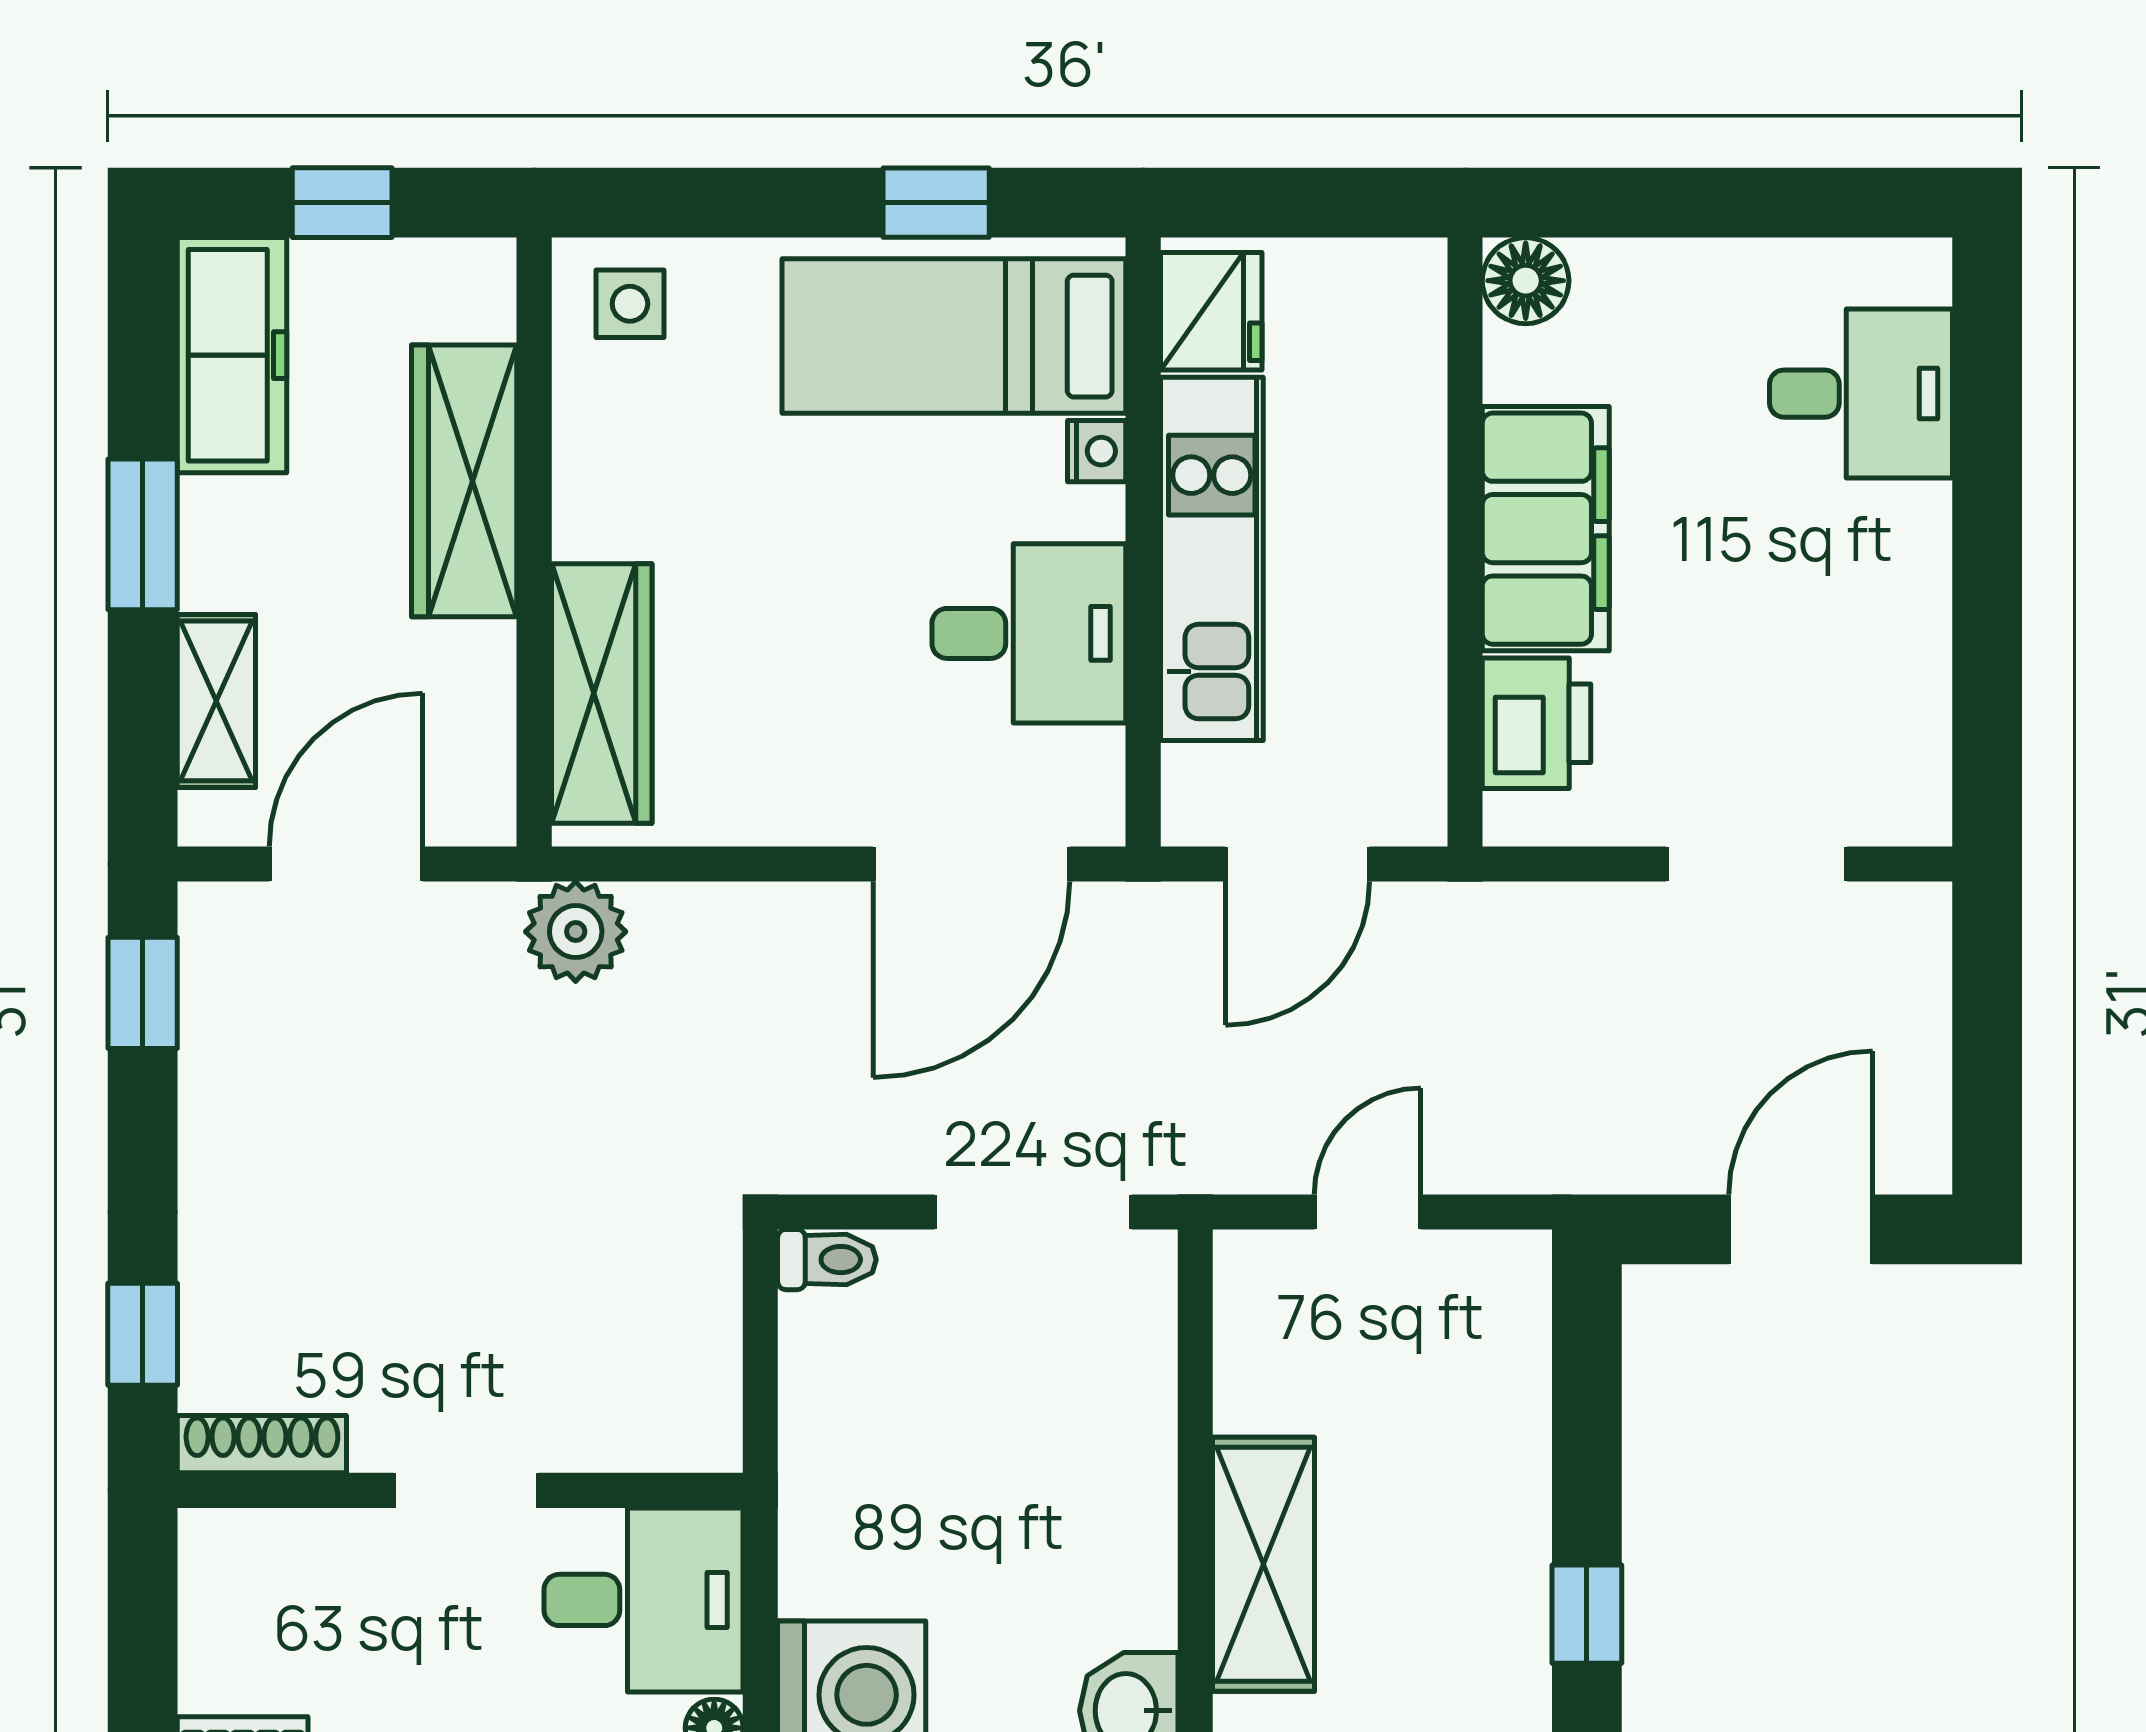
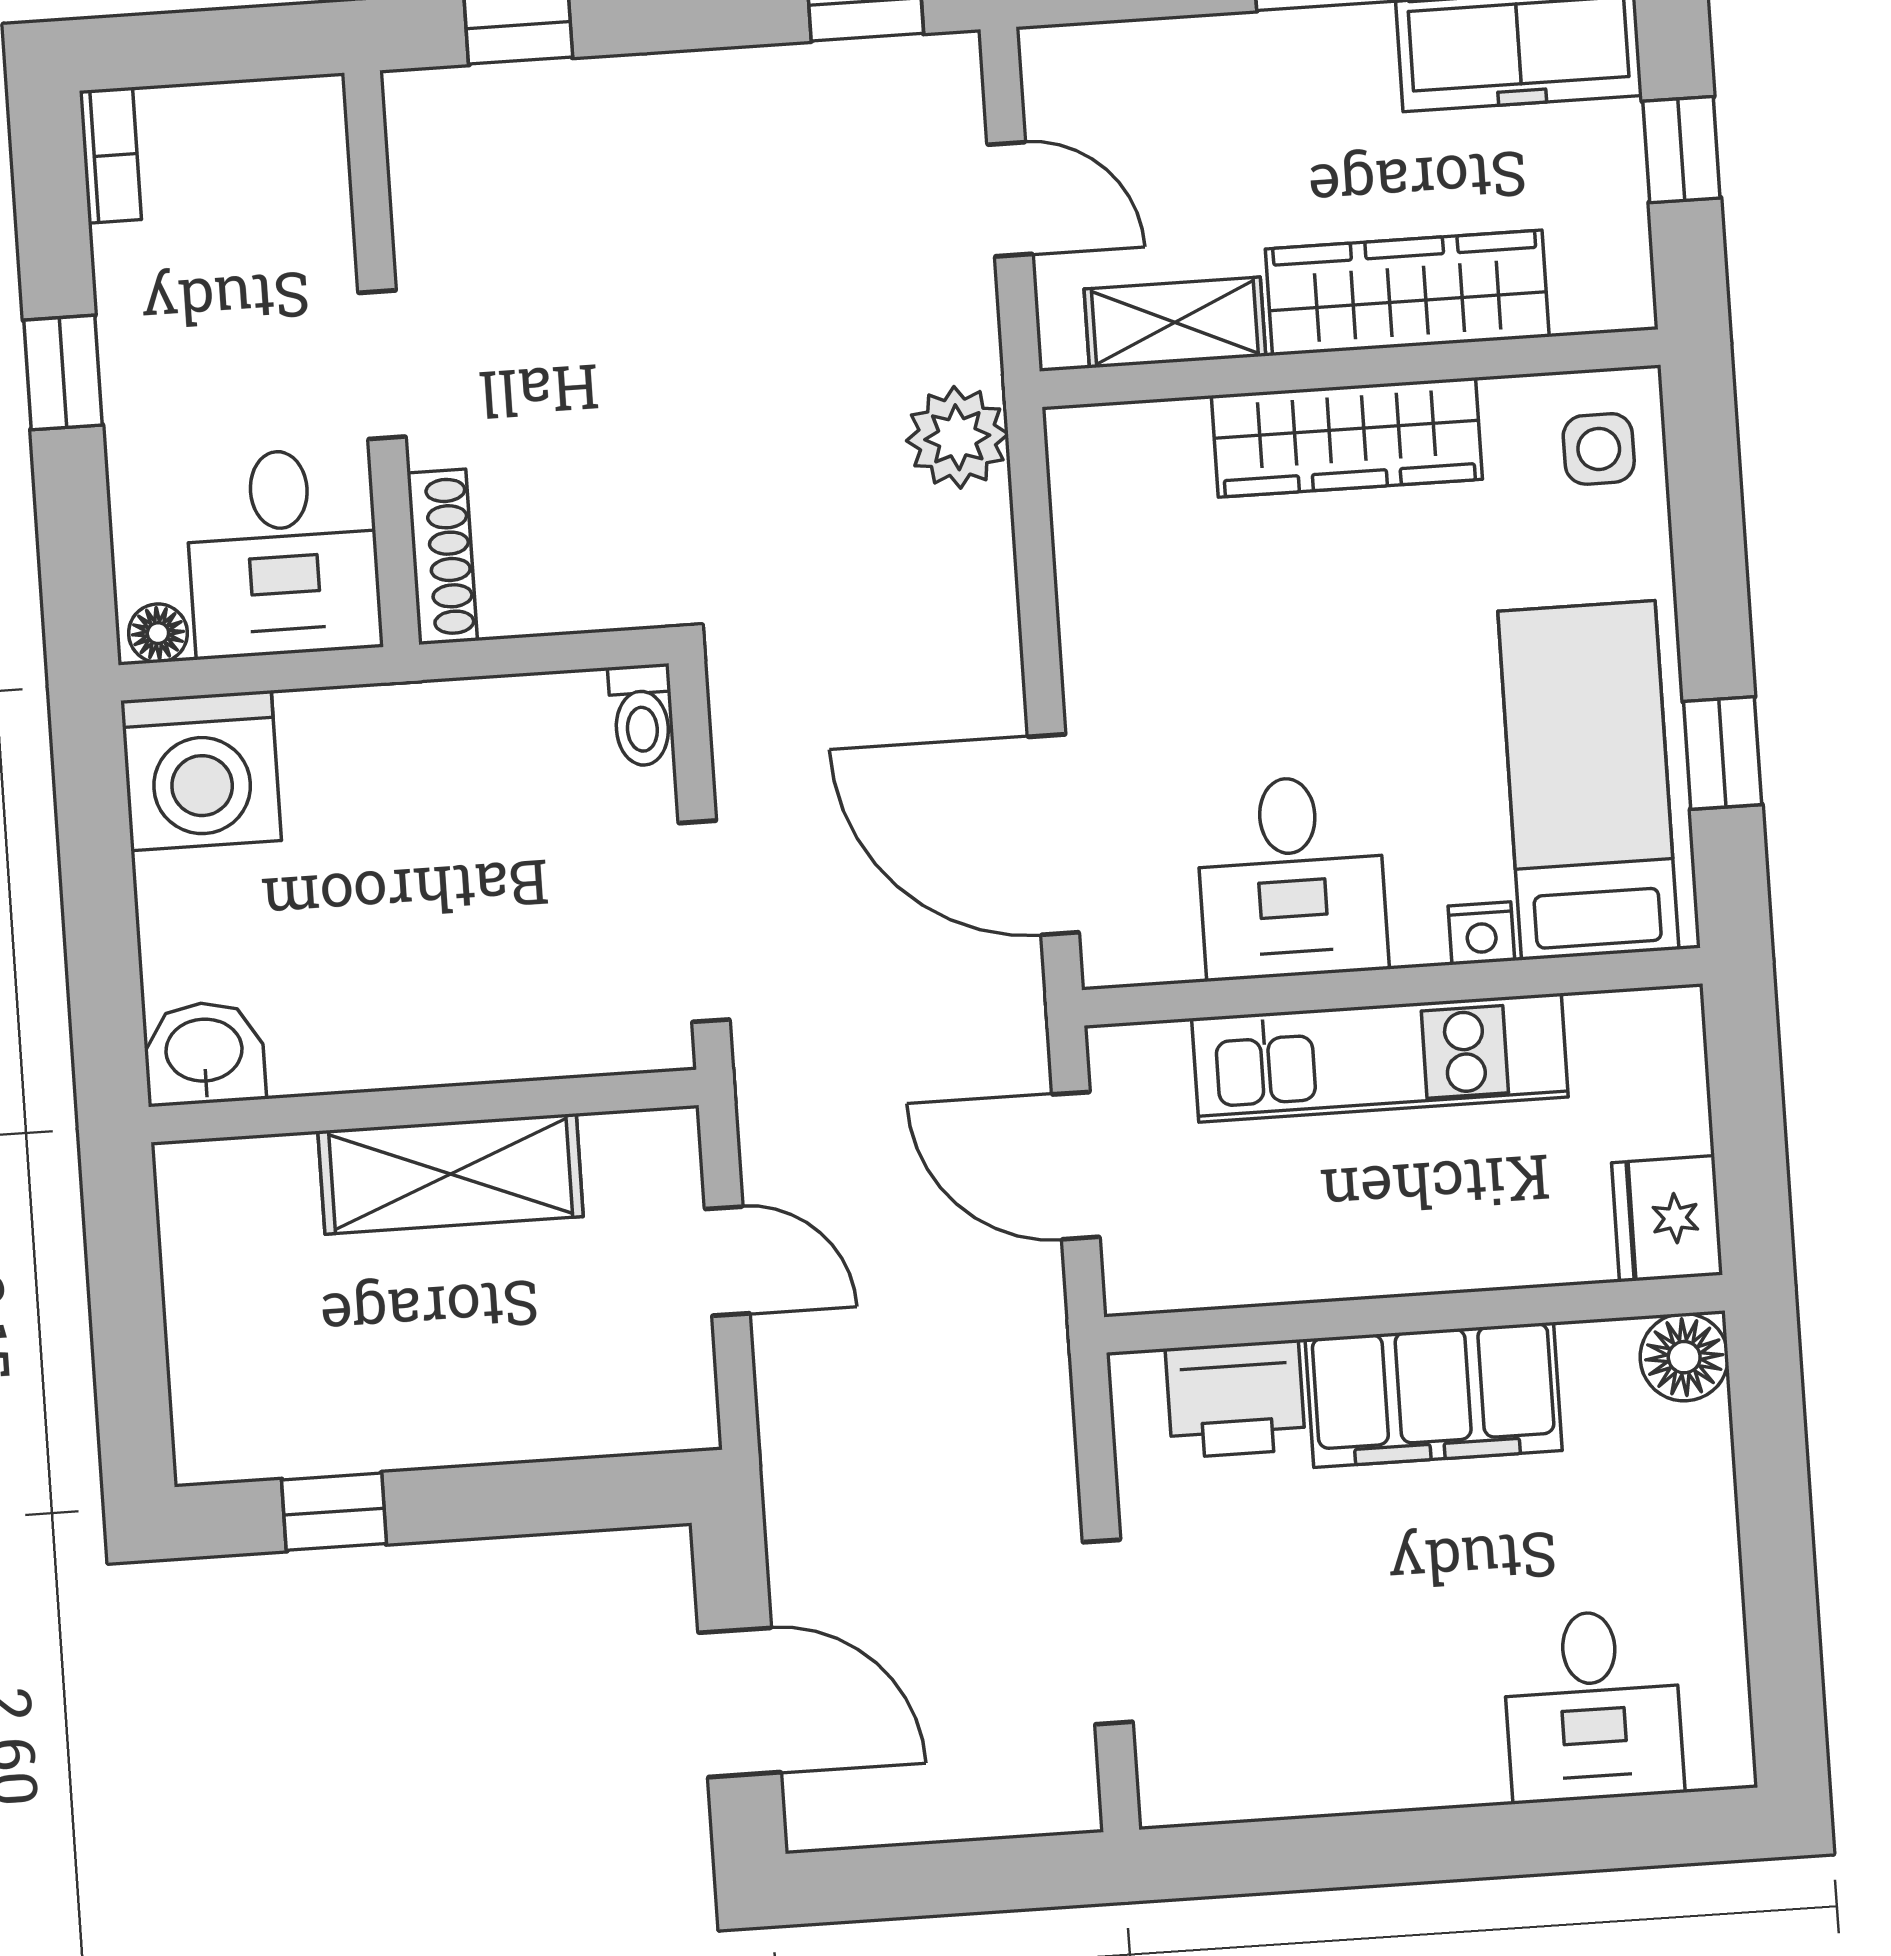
fridge: (1211, 311) -> (1667, 1219), moved, turned 90
wardrobe: (602, 693) -> (1347, 437), moved
shelving: (216, 701) -> (1175, 323), moved
door: (346, 864) -> (1010, 199), width x0.73
shoe rack: (262, 1444) -> (442, 557), moved
shelving: (1264, 1564) -> (451, 1174), moved

